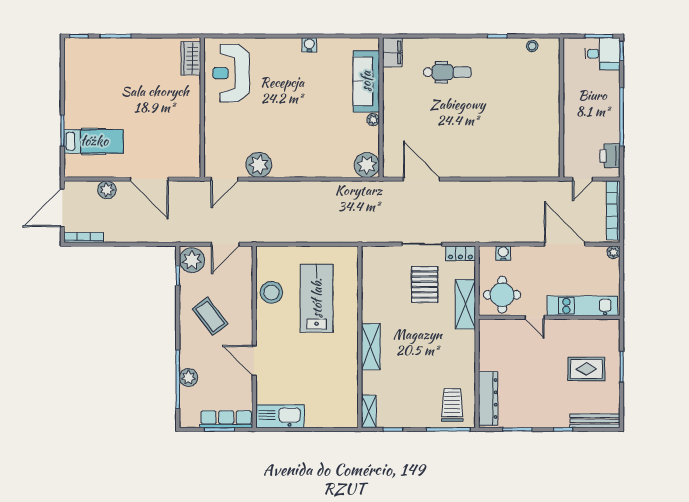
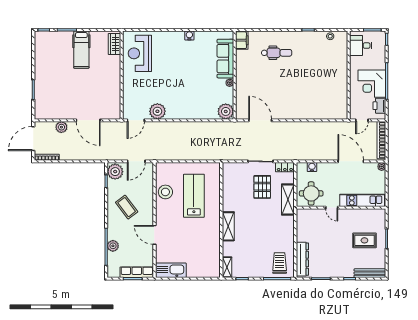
desk: (603, 54) -> (361, 46), moved, turned 180
corner desk: (598, 121) -> (372, 84), added
hospital bed: (94, 141) -> (81, 50), moved, turned 90

